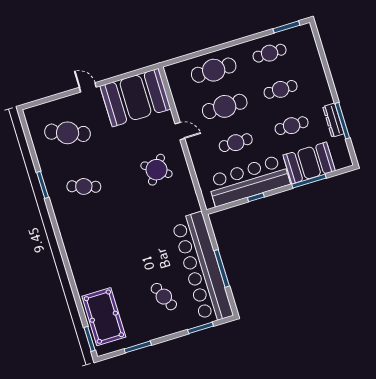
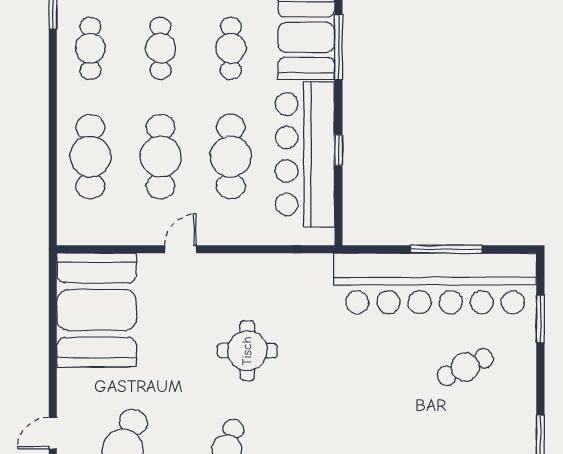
door: (88, 87) -> (53, 433), moved
cafe table: (236, 143) -> (231, 157), width x1.37, depth x1.35
round table: (156, 170) -> (247, 351), moved, turned -36

